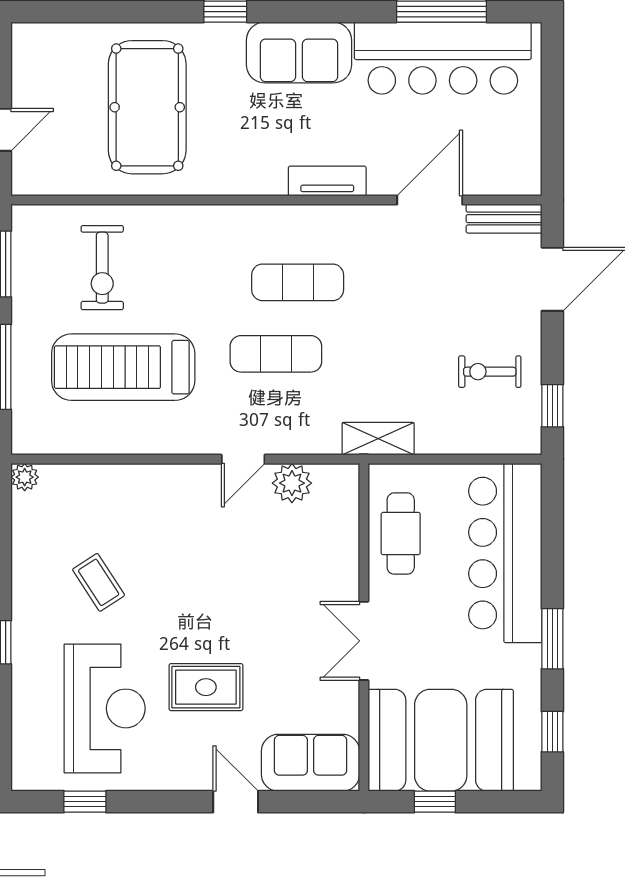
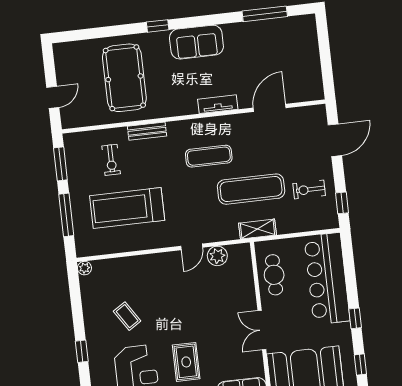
bar counter: (443, 58) -> (268, 37), removed
bench: (504, 219) -> (147, 131), moved
exercise bike: (102, 268) -> (111, 160), width x0.73, depth x0.72
exercise mat: (276, 354) -> (251, 189), moved, width x1.36, depth x1.45
window: (552, 639) -> (355, 318), width x0.67
rug: (206, 687) -> (186, 362), turned 90

